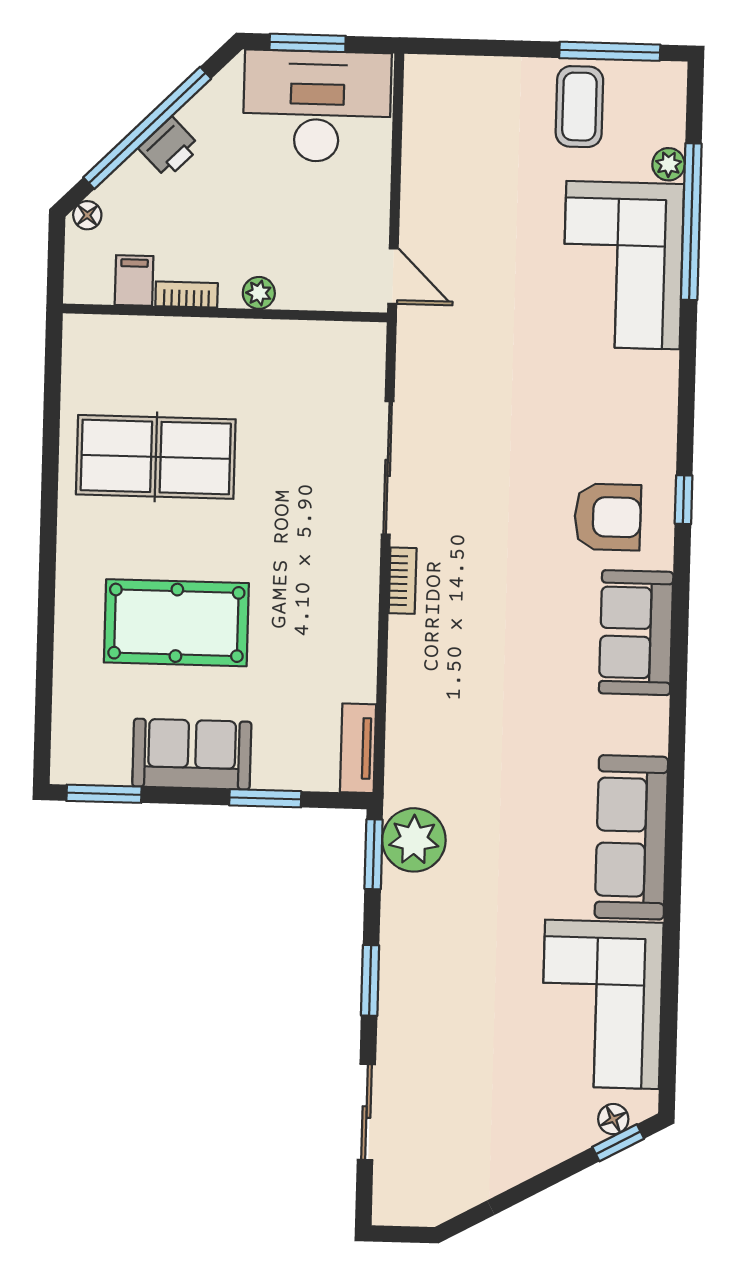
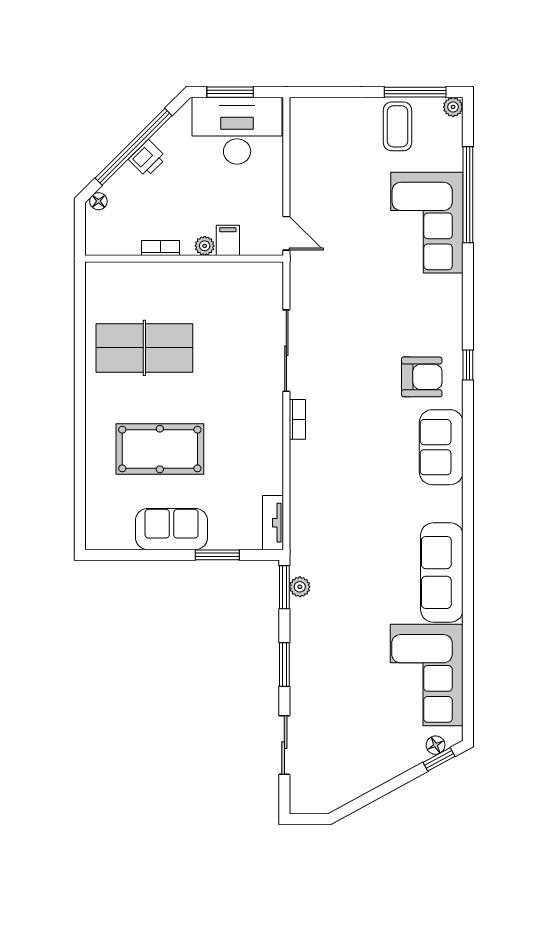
plant: (669, 164) -> (453, 107), moved
filing cabinet: (134, 280) -> (228, 240), moved
window: (104, 794) -> (118, 555), removed
plant: (414, 840) -> (300, 587), width x0.53, depth x0.53

